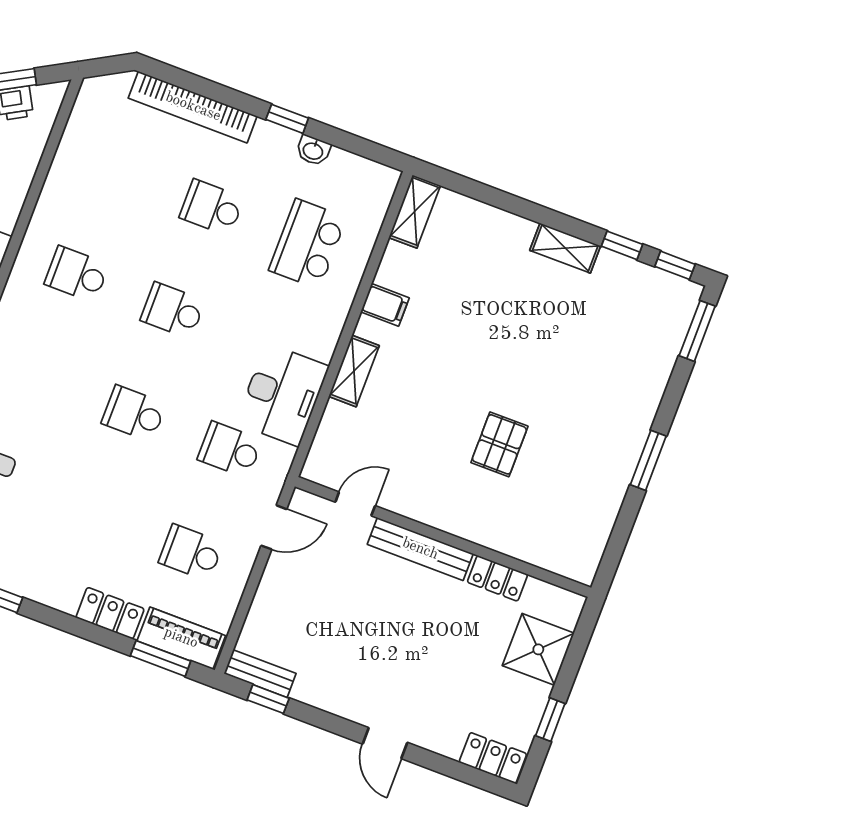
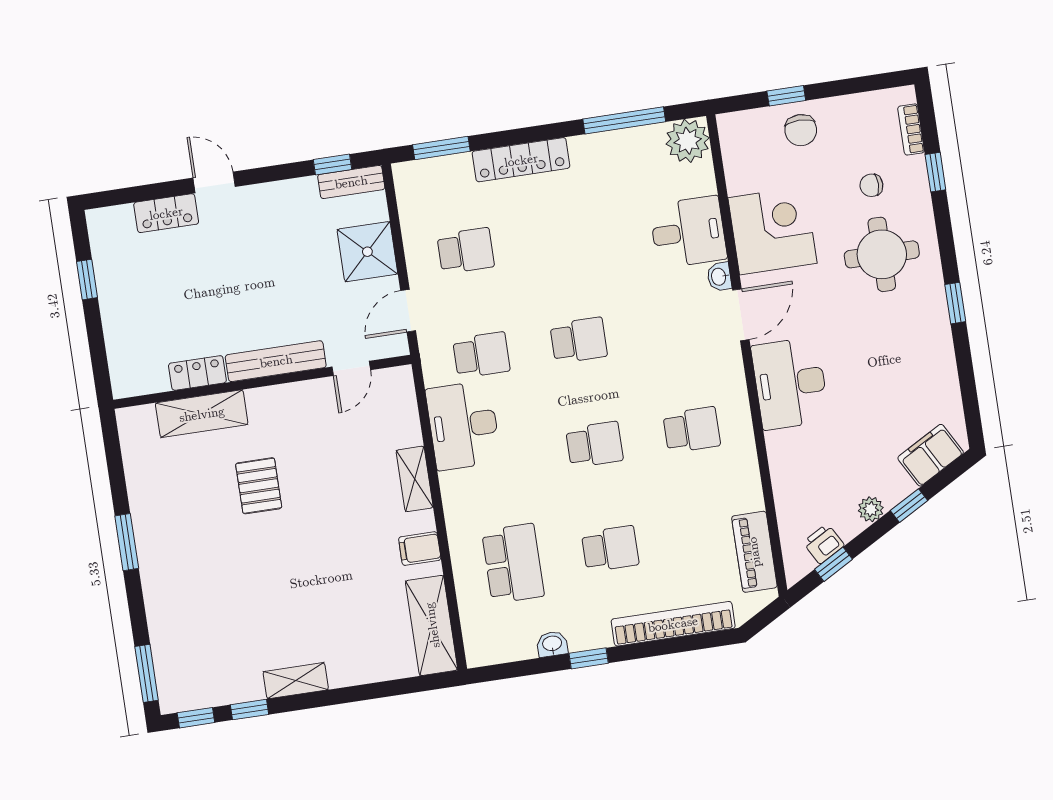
shelving: (415, 211) -> (432, 625), width x1.50, depth x1.33
shelving: (514, 539) -> (202, 414), added
locker: (110, 613) -> (521, 160), width x1.53
piano: (181, 638) -> (754, 552), moved, turned 90
shower: (538, 649) -> (367, 252), moved
locker: (493, 758) -> (166, 213), moved

